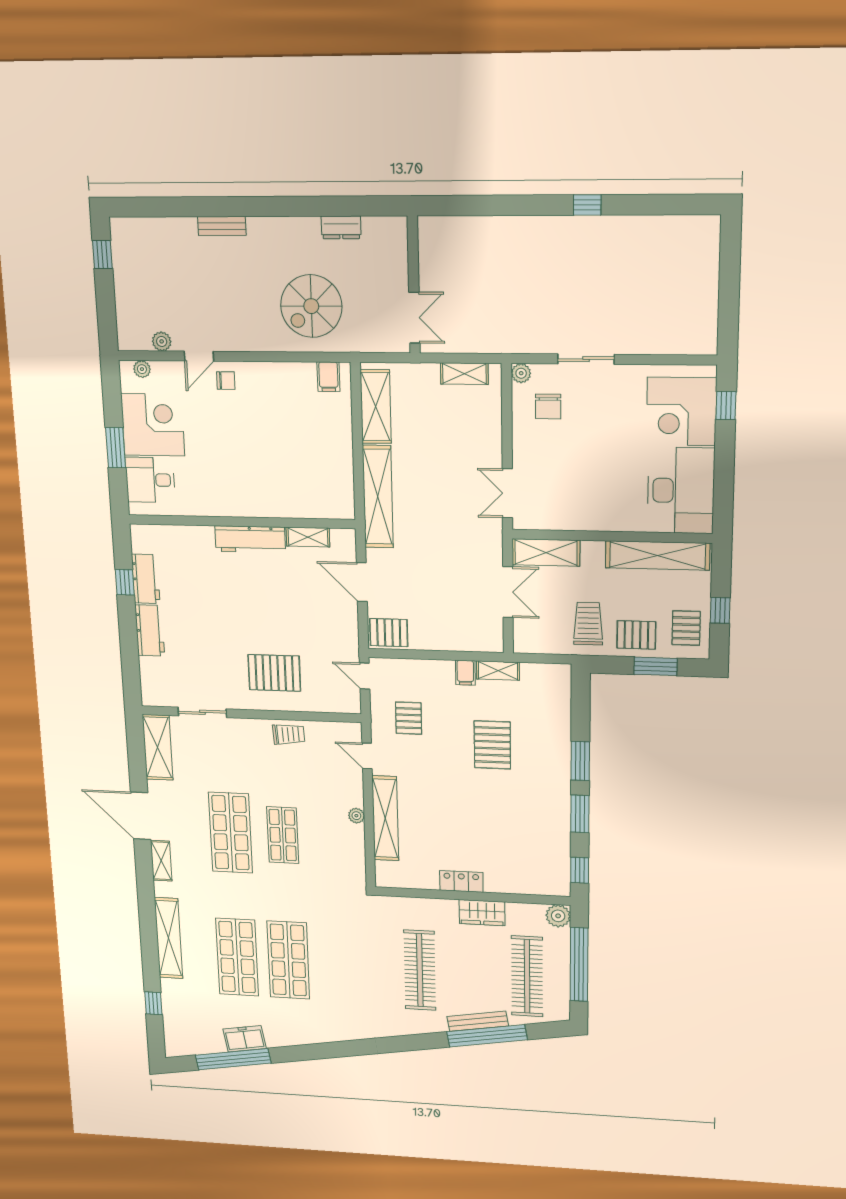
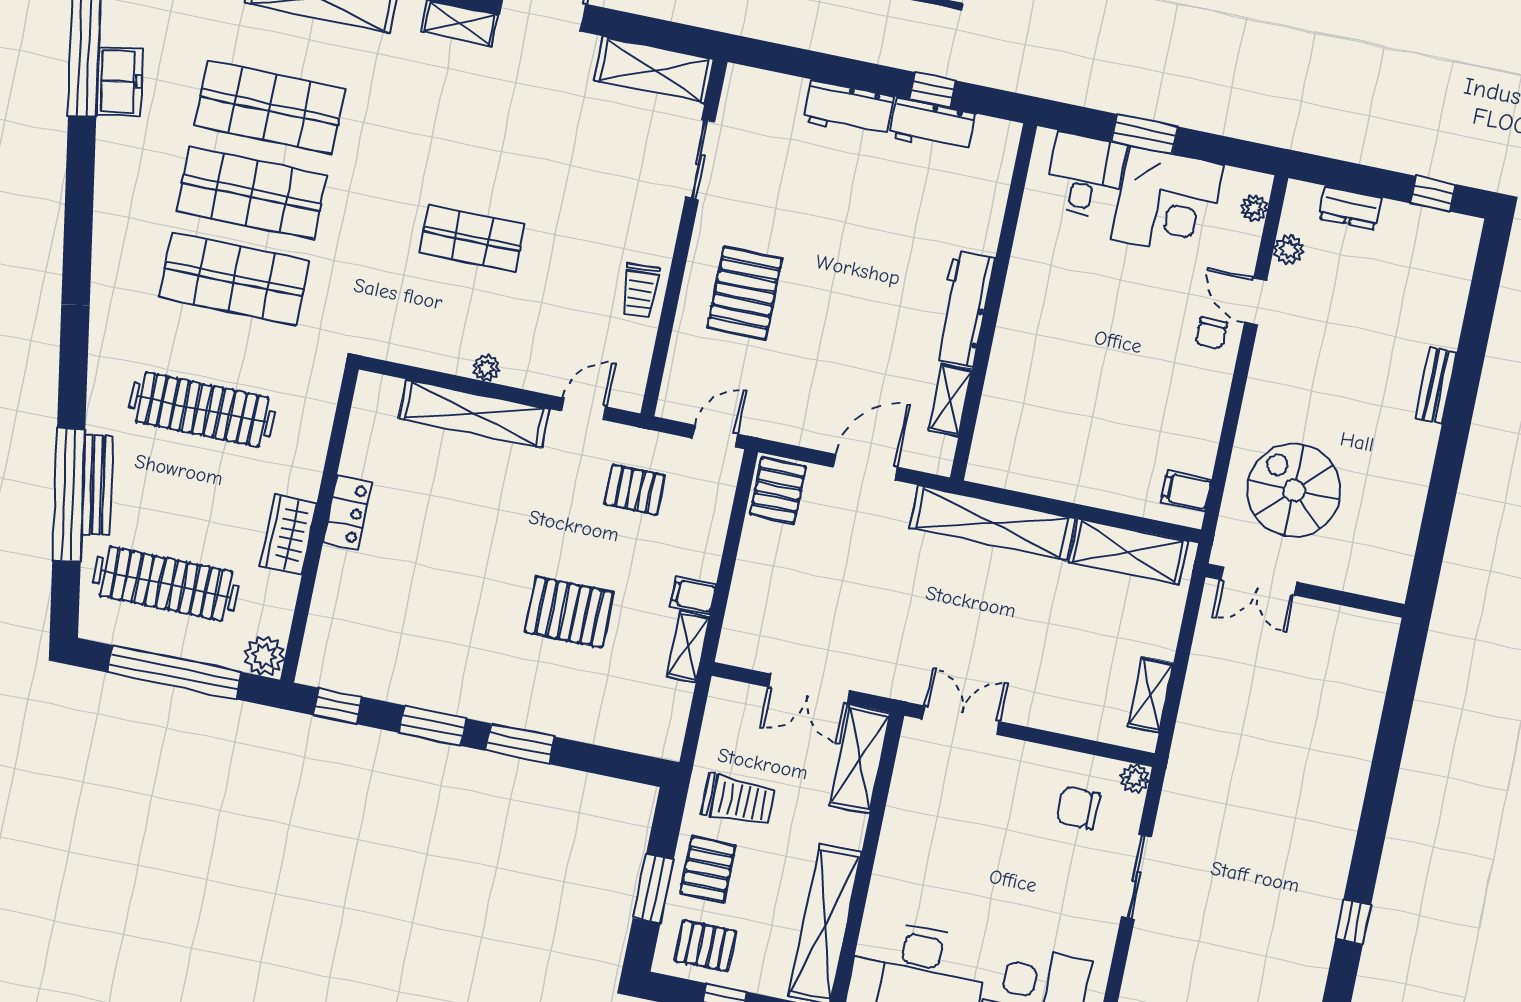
dresser: (341, 227) -> (1350, 208), moved, turned -90
wall: (414, 285) -> (1305, 591), moved
double door: (414, 318) -> (1258, 581), moved
shop shelf: (231, 833) -> (234, 279), moved

